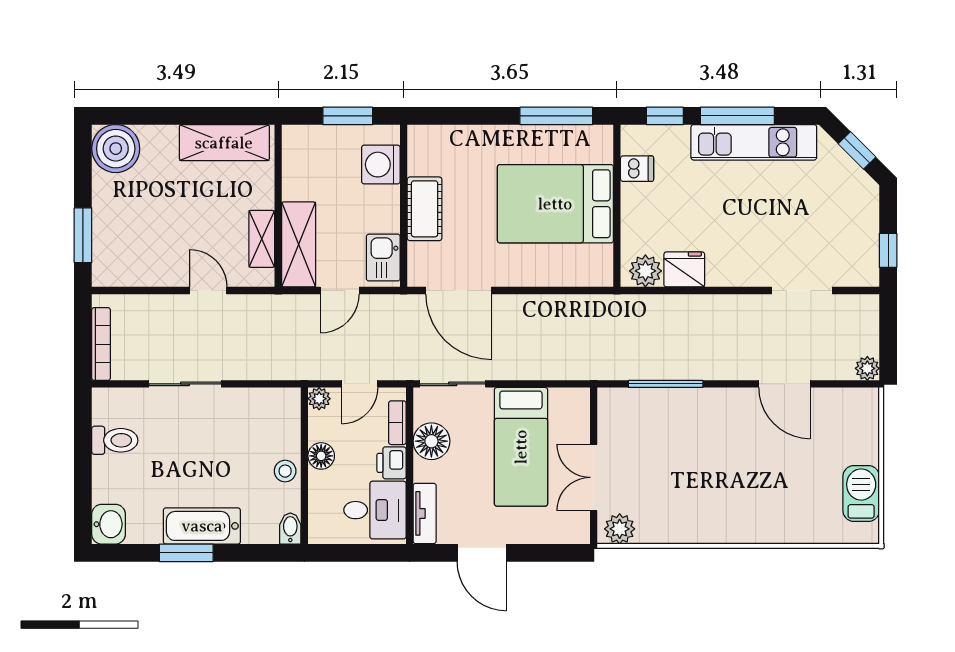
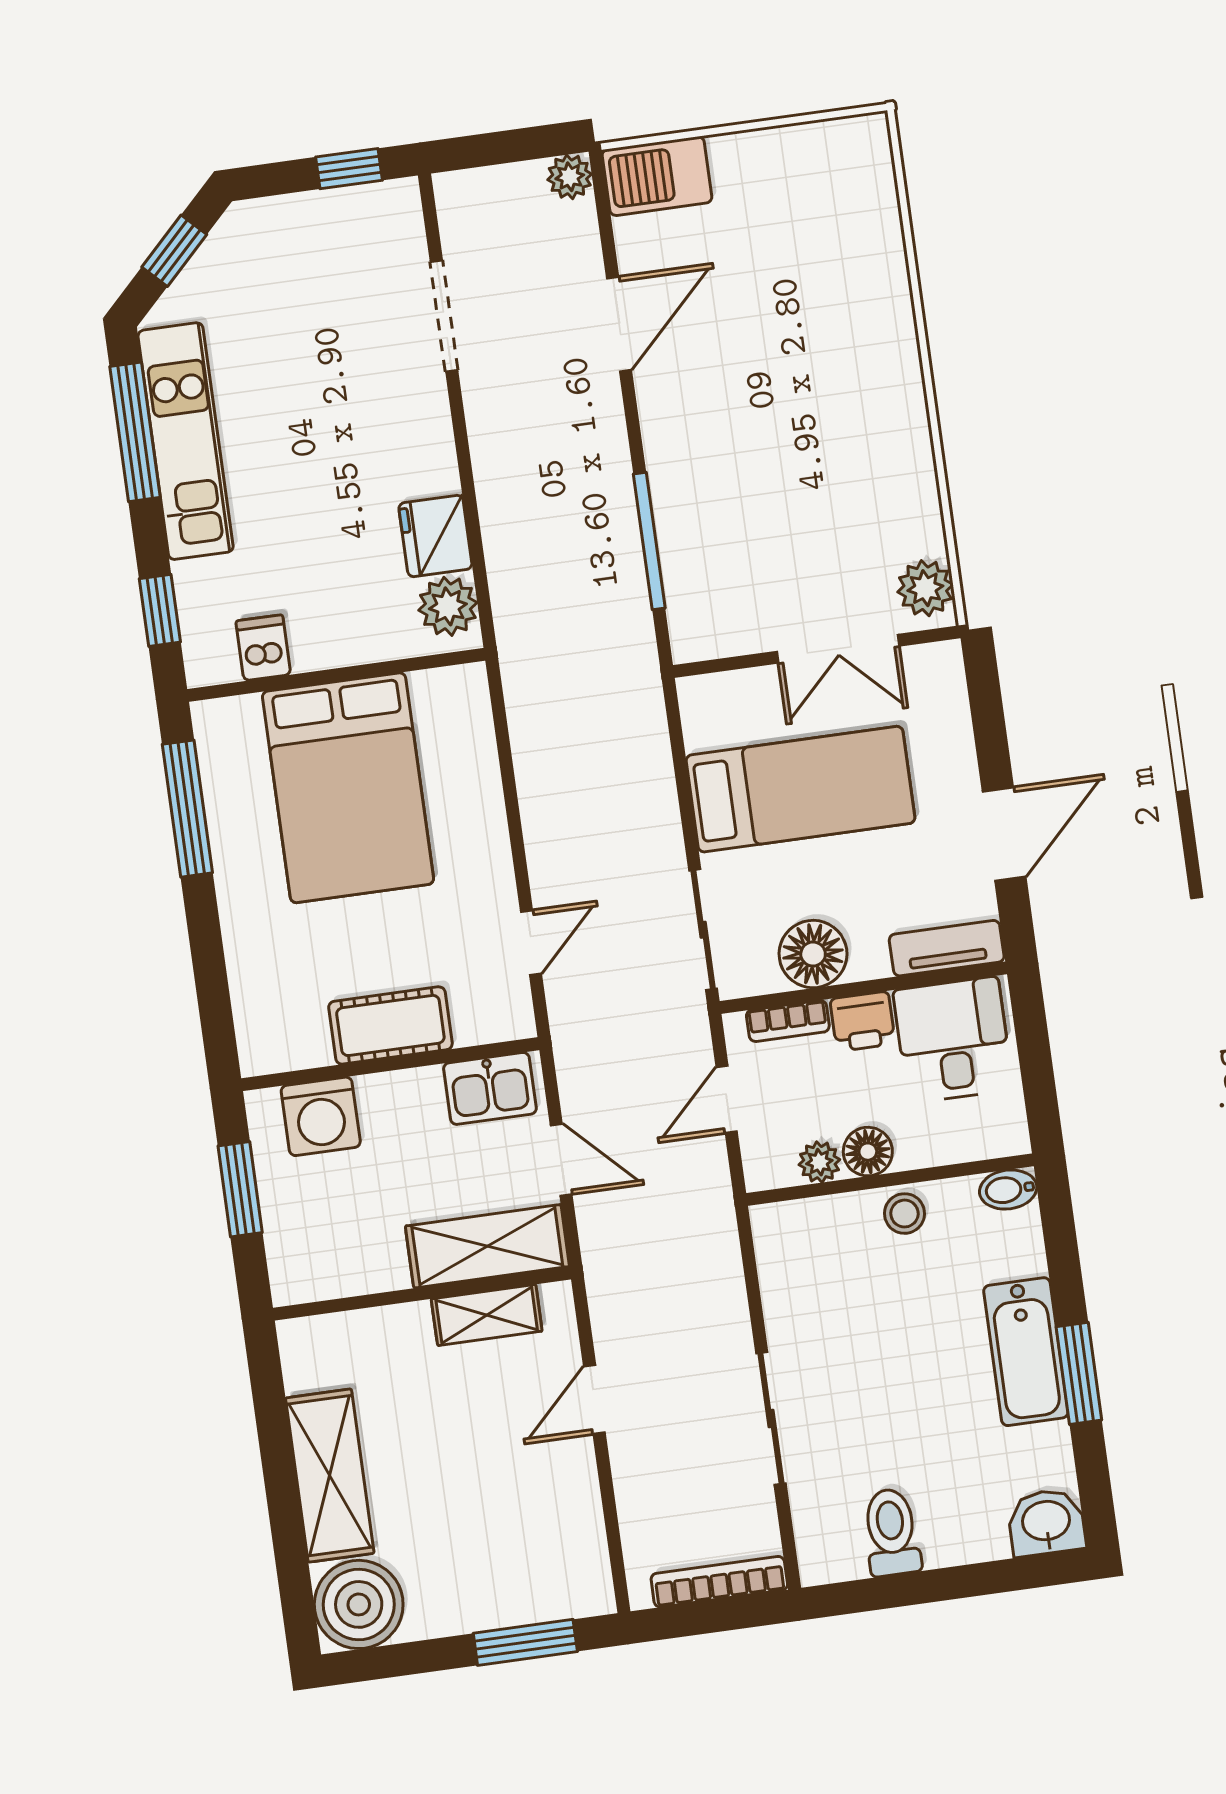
window: (737, 116) -> (135, 432), moved
shelving: (224, 143) -> (330, 1476), moved
door: (459, 291) -> (531, 943), width x0.53
door: (360, 384) -> (727, 1099), swing flipped
plant: (319, 399) -> (819, 1162), moved
barbecue: (861, 493) -> (657, 176), moved

